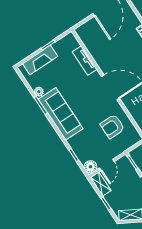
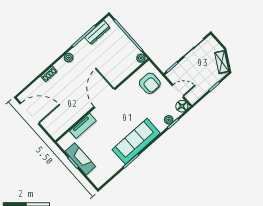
fireplace: (40, 60) -> (80, 159), moved
plant: (39, 92) -> (169, 120), moved
armchair: (112, 126) -> (150, 83), moved
shelving: (101, 184) -> (197, 94), removed

